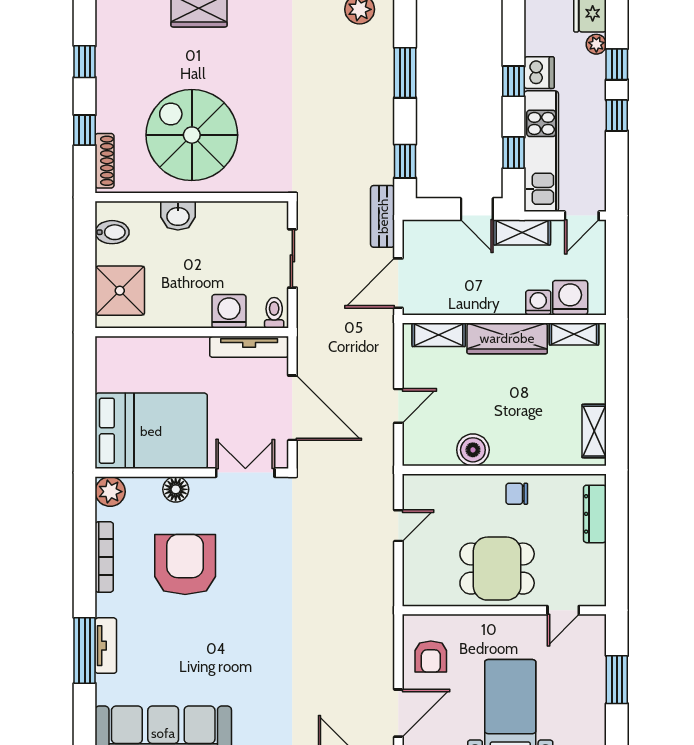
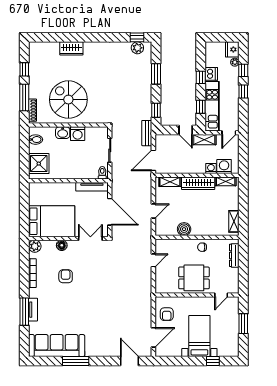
window: (85, 130) -> (24, 98), width x2.17
washing machine: (229, 311) -> (78, 134), moved, turned 180
armchair: (185, 565) -> (66, 276), width x0.53, depth x0.53

